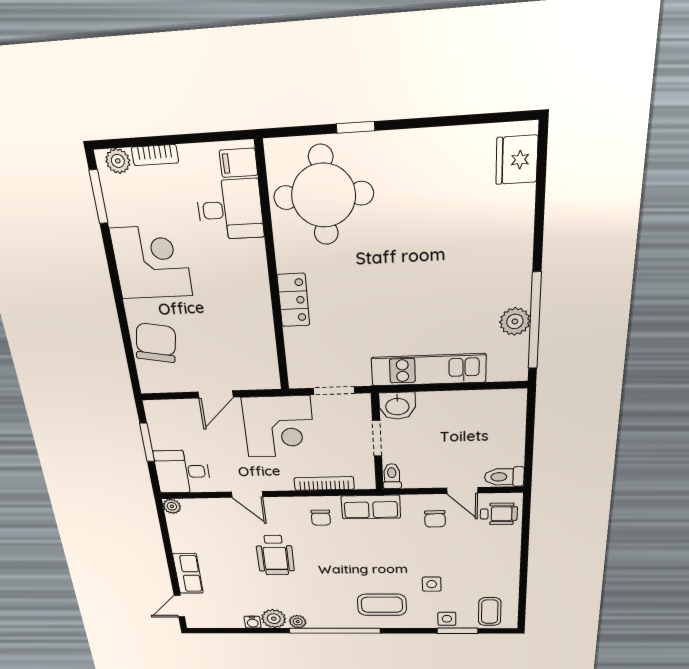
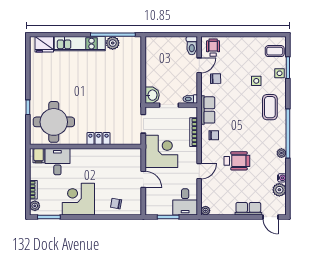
chair: (156, 343) -> (116, 204), width x0.54, depth x0.54
kitchen unit: (429, 370) -> (80, 44), moved, turned -90
plant: (274, 619) -> (279, 190), moved

